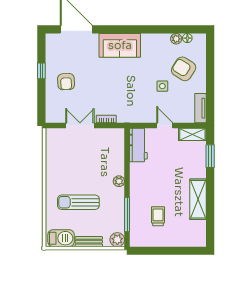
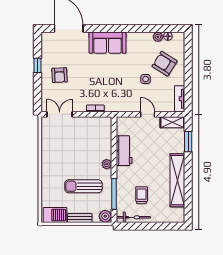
double door: (80, 126) -> (60, 114), moved
workbench: (138, 145) -> (124, 151), moved
shelving: (198, 199) -> (177, 180), width x1.47
sun lounger: (78, 202) -> (83, 186), moved
bicycle: (149, 241) -> (133, 217), added

